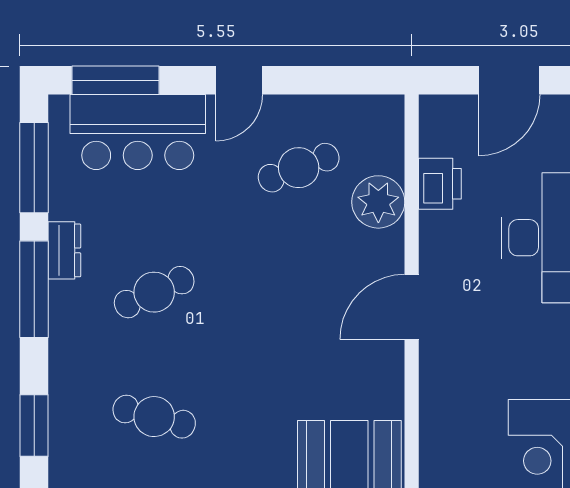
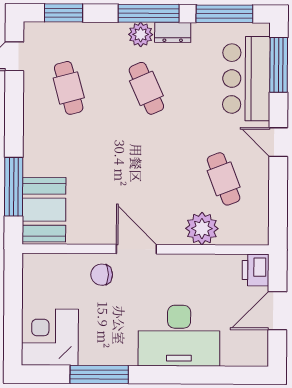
door: (509, 80) -> (277, 311), hinge flipped
printer: (440, 184) -> (256, 270), moved, turned 90
plant: (68, 302) -> (141, 34), added
chair: (453, 362) -> (102, 275), added
cafe table: (154, 417) -> (69, 88), turned -30

